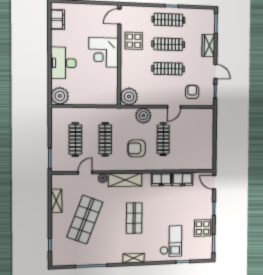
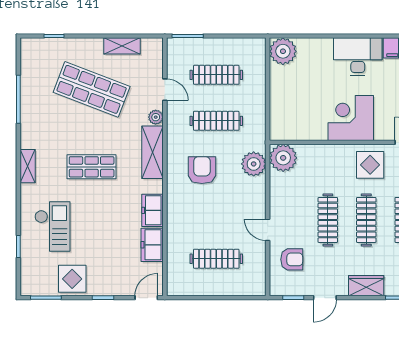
desk: (63, 63) -> (358, 57), moved
plant: (143, 116) -> (254, 164), moved
clothes rail: (163, 139) -> (216, 259), moved
checkout: (171, 241) -> (52, 227), turned -90

